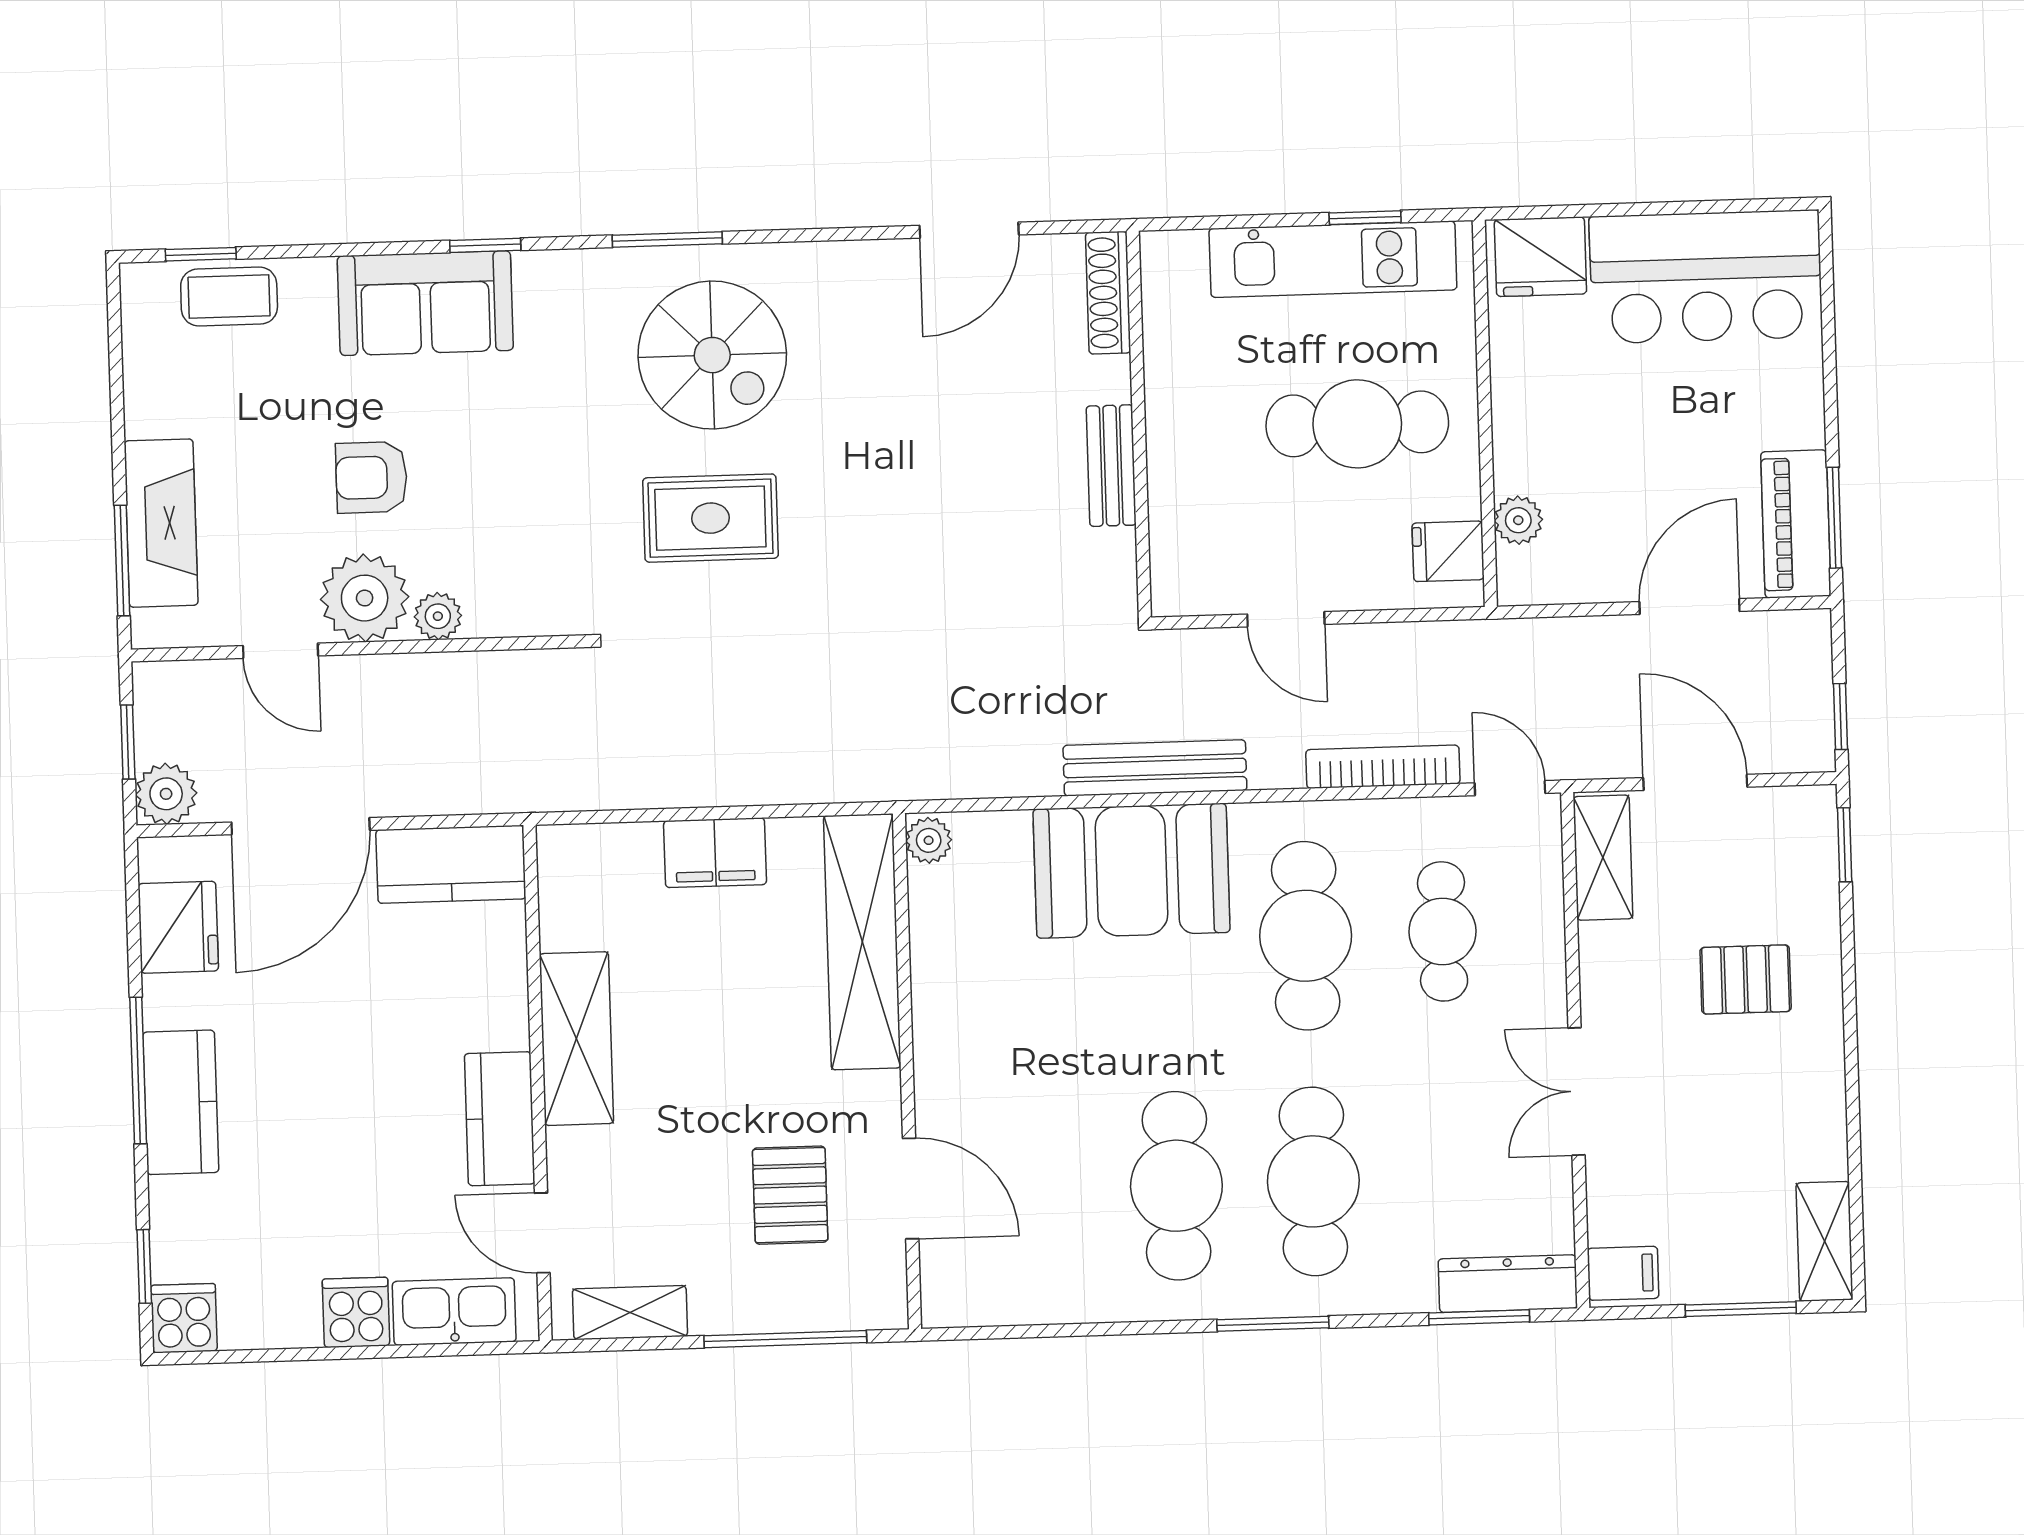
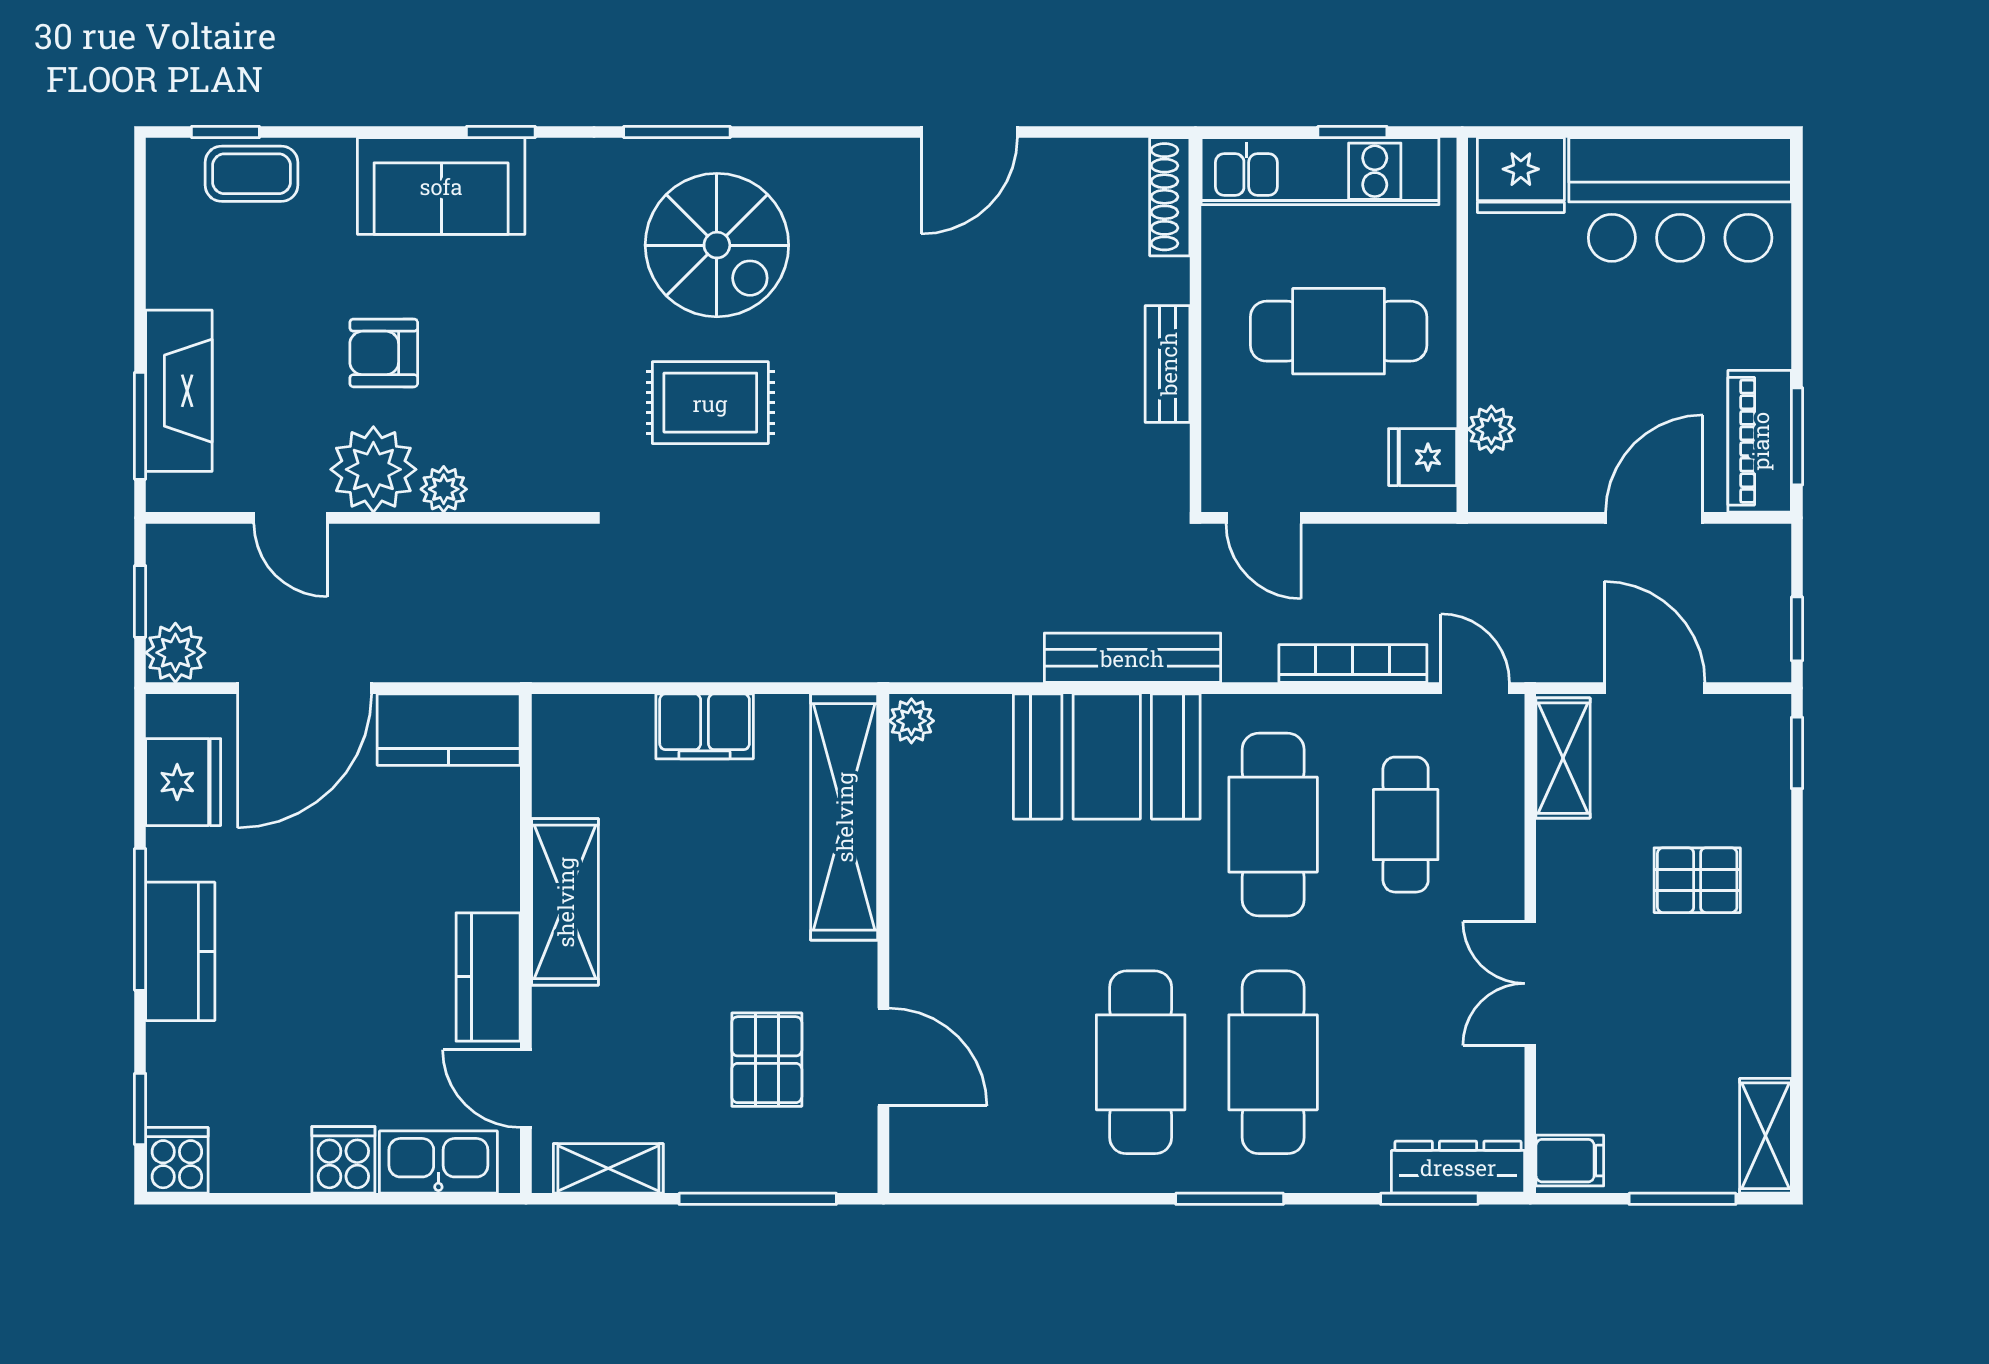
shoe rack: (1108, 293) -> (1170, 197), moved
wall: (1139, 424) -> (1196, 325), moved
bench: (1111, 466) -> (1168, 364), moved

